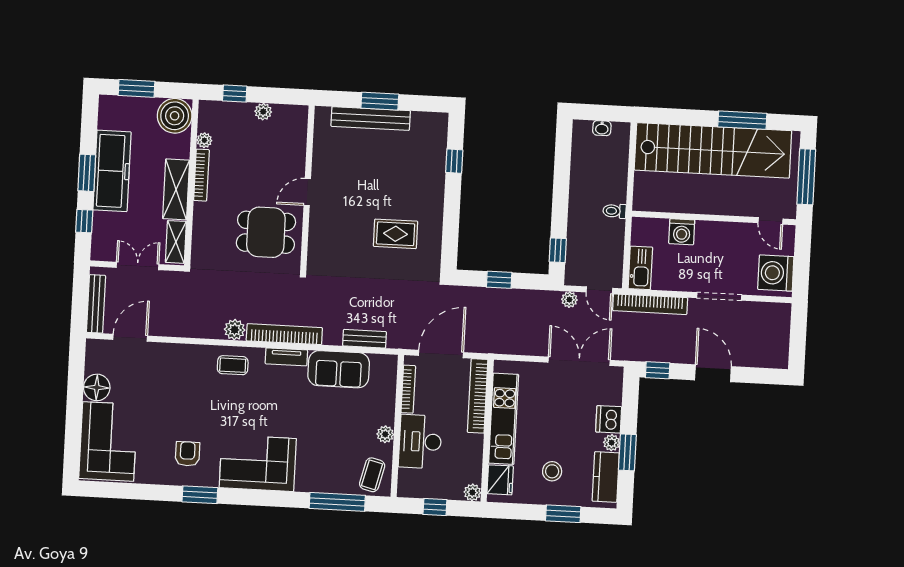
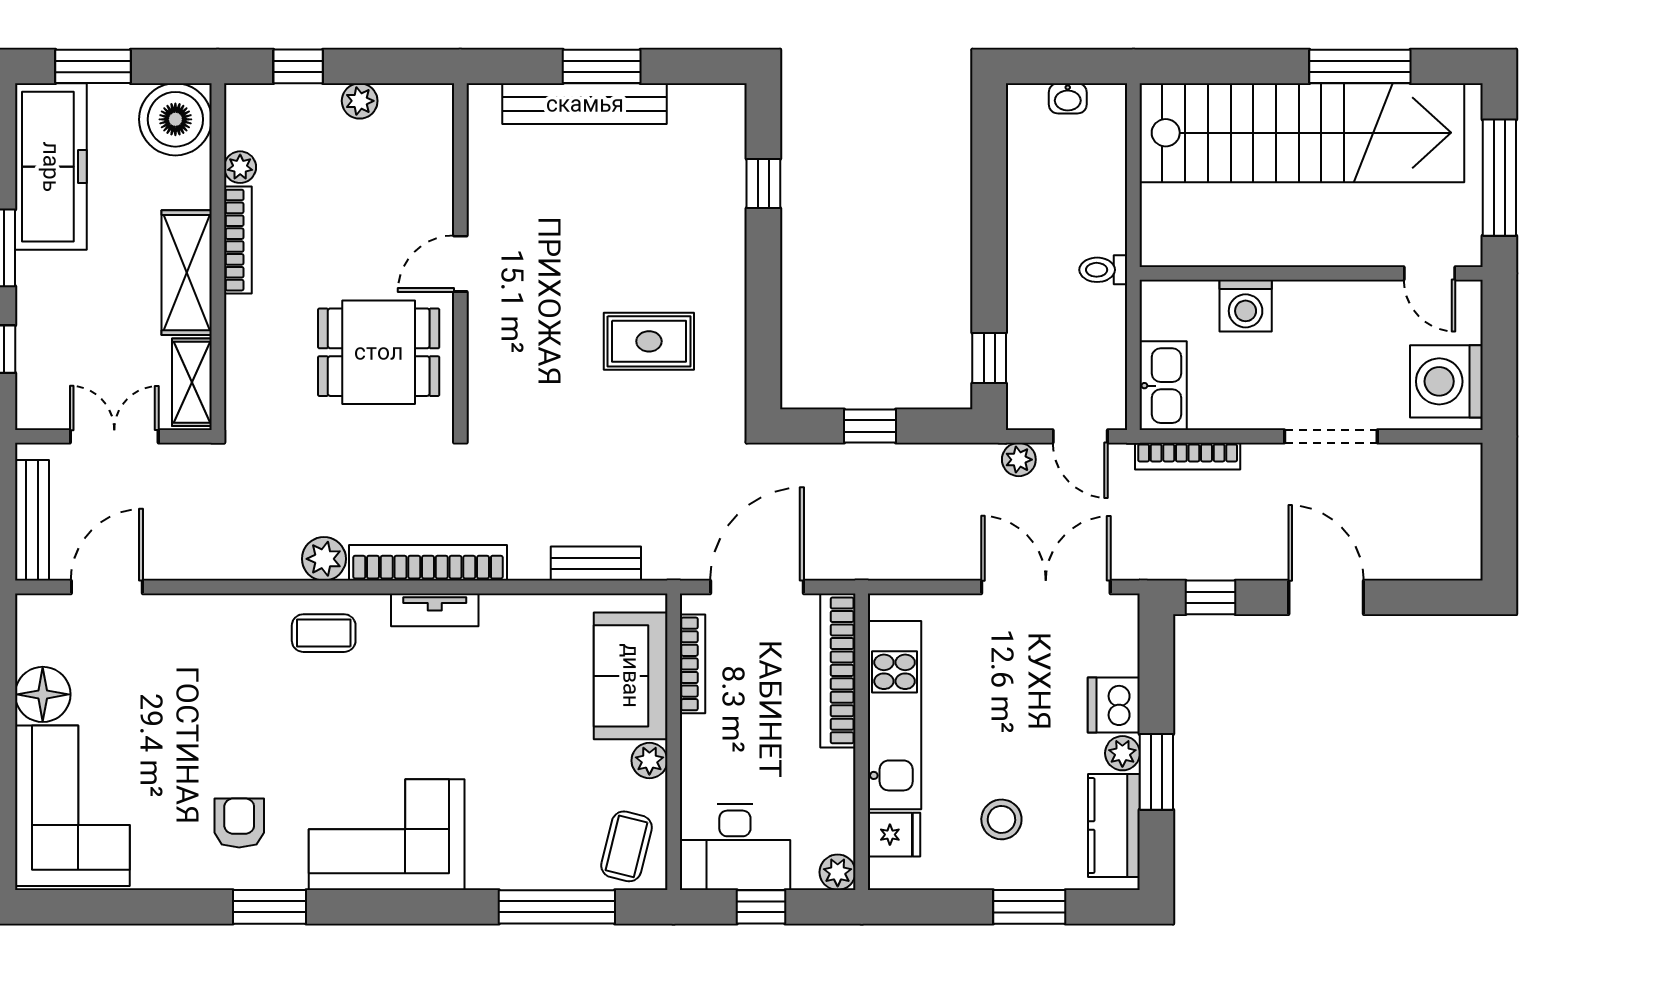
freezer: (112, 171) -> (51, 167), moved
bookcase: (650, 304) -> (1188, 456), width x0.68, depth x0.76
sofa: (339, 369) -> (631, 676), moved, turned 90
desk: (420, 442) -> (735, 847), moved, turned -90
fridge: (500, 480) -> (894, 835), width x0.72

